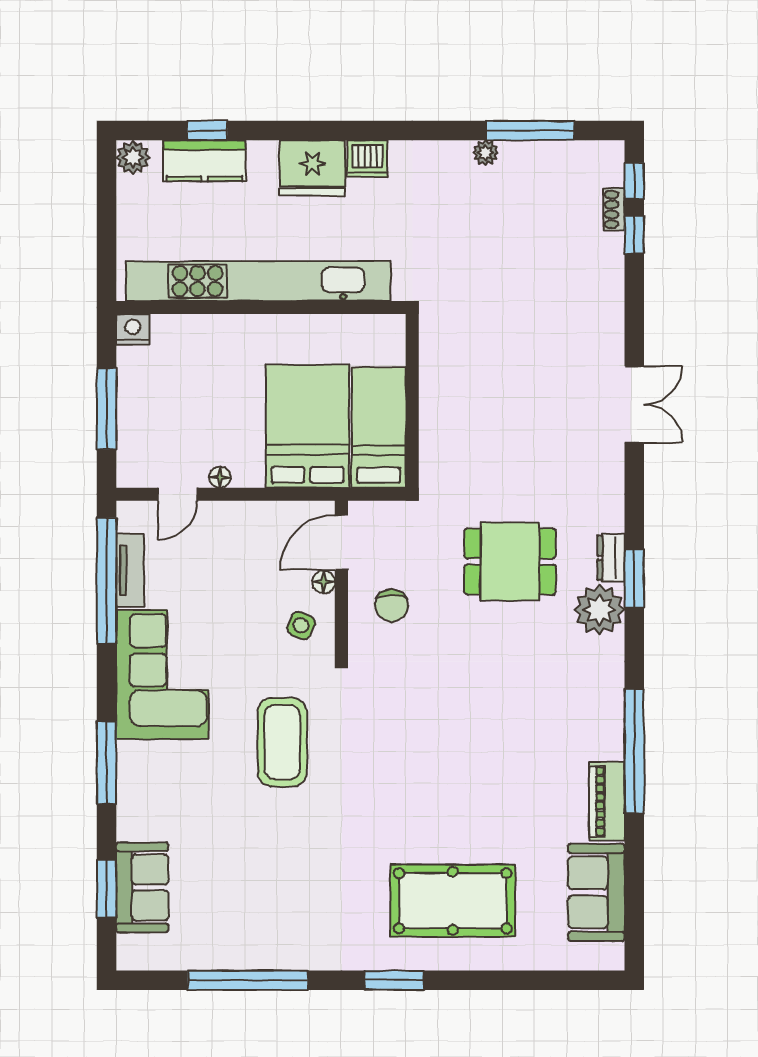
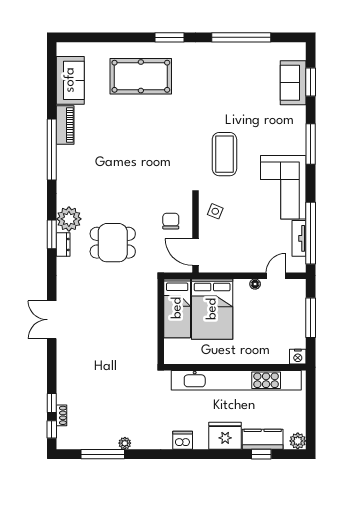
fridge: (312, 168) -> (225, 436), moved
door: (341, 542) -> (195, 252), swing flipped
floor lamp: (324, 582) -> (204, 233), removed

